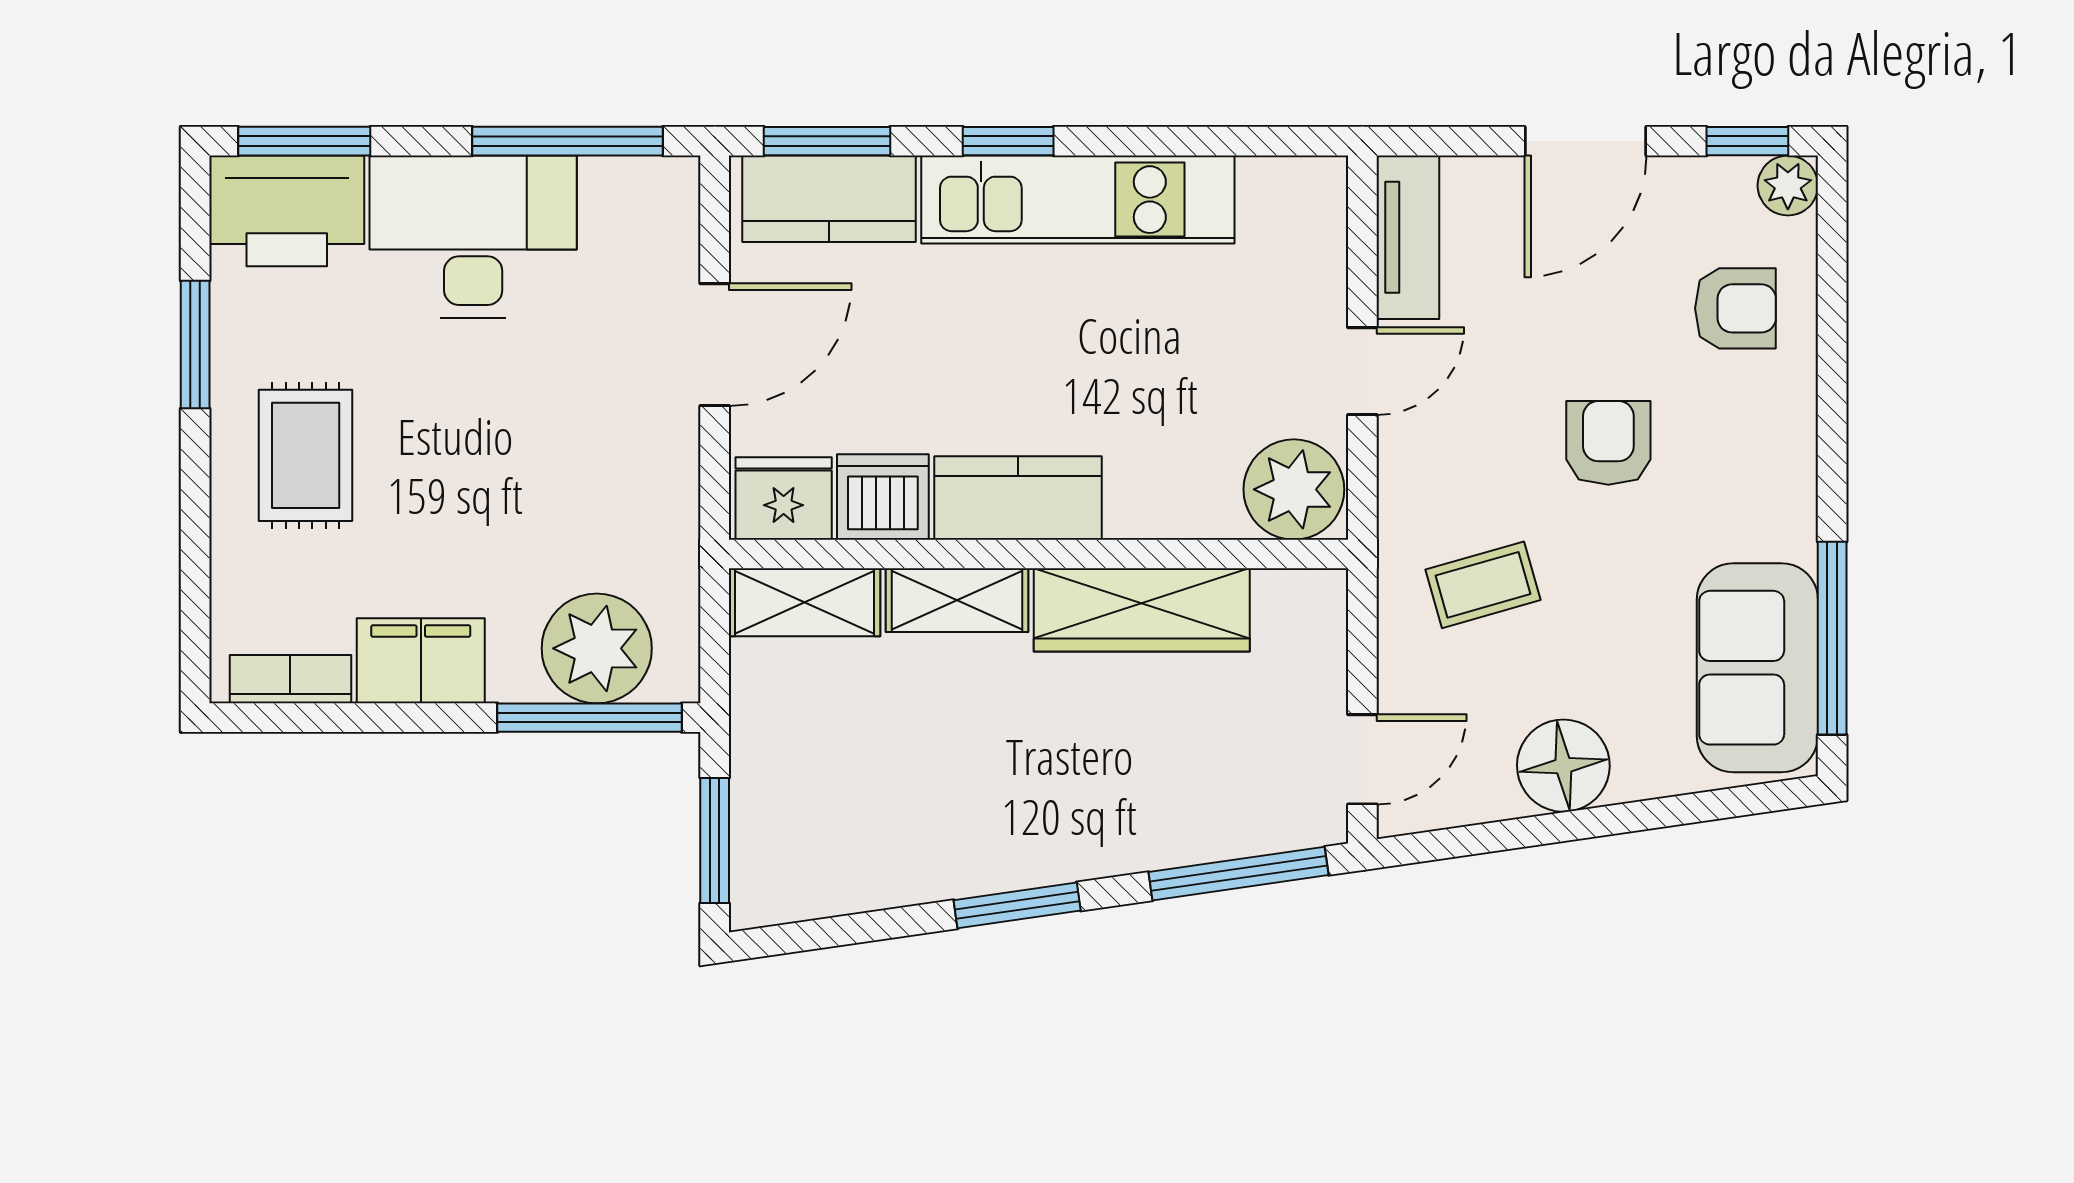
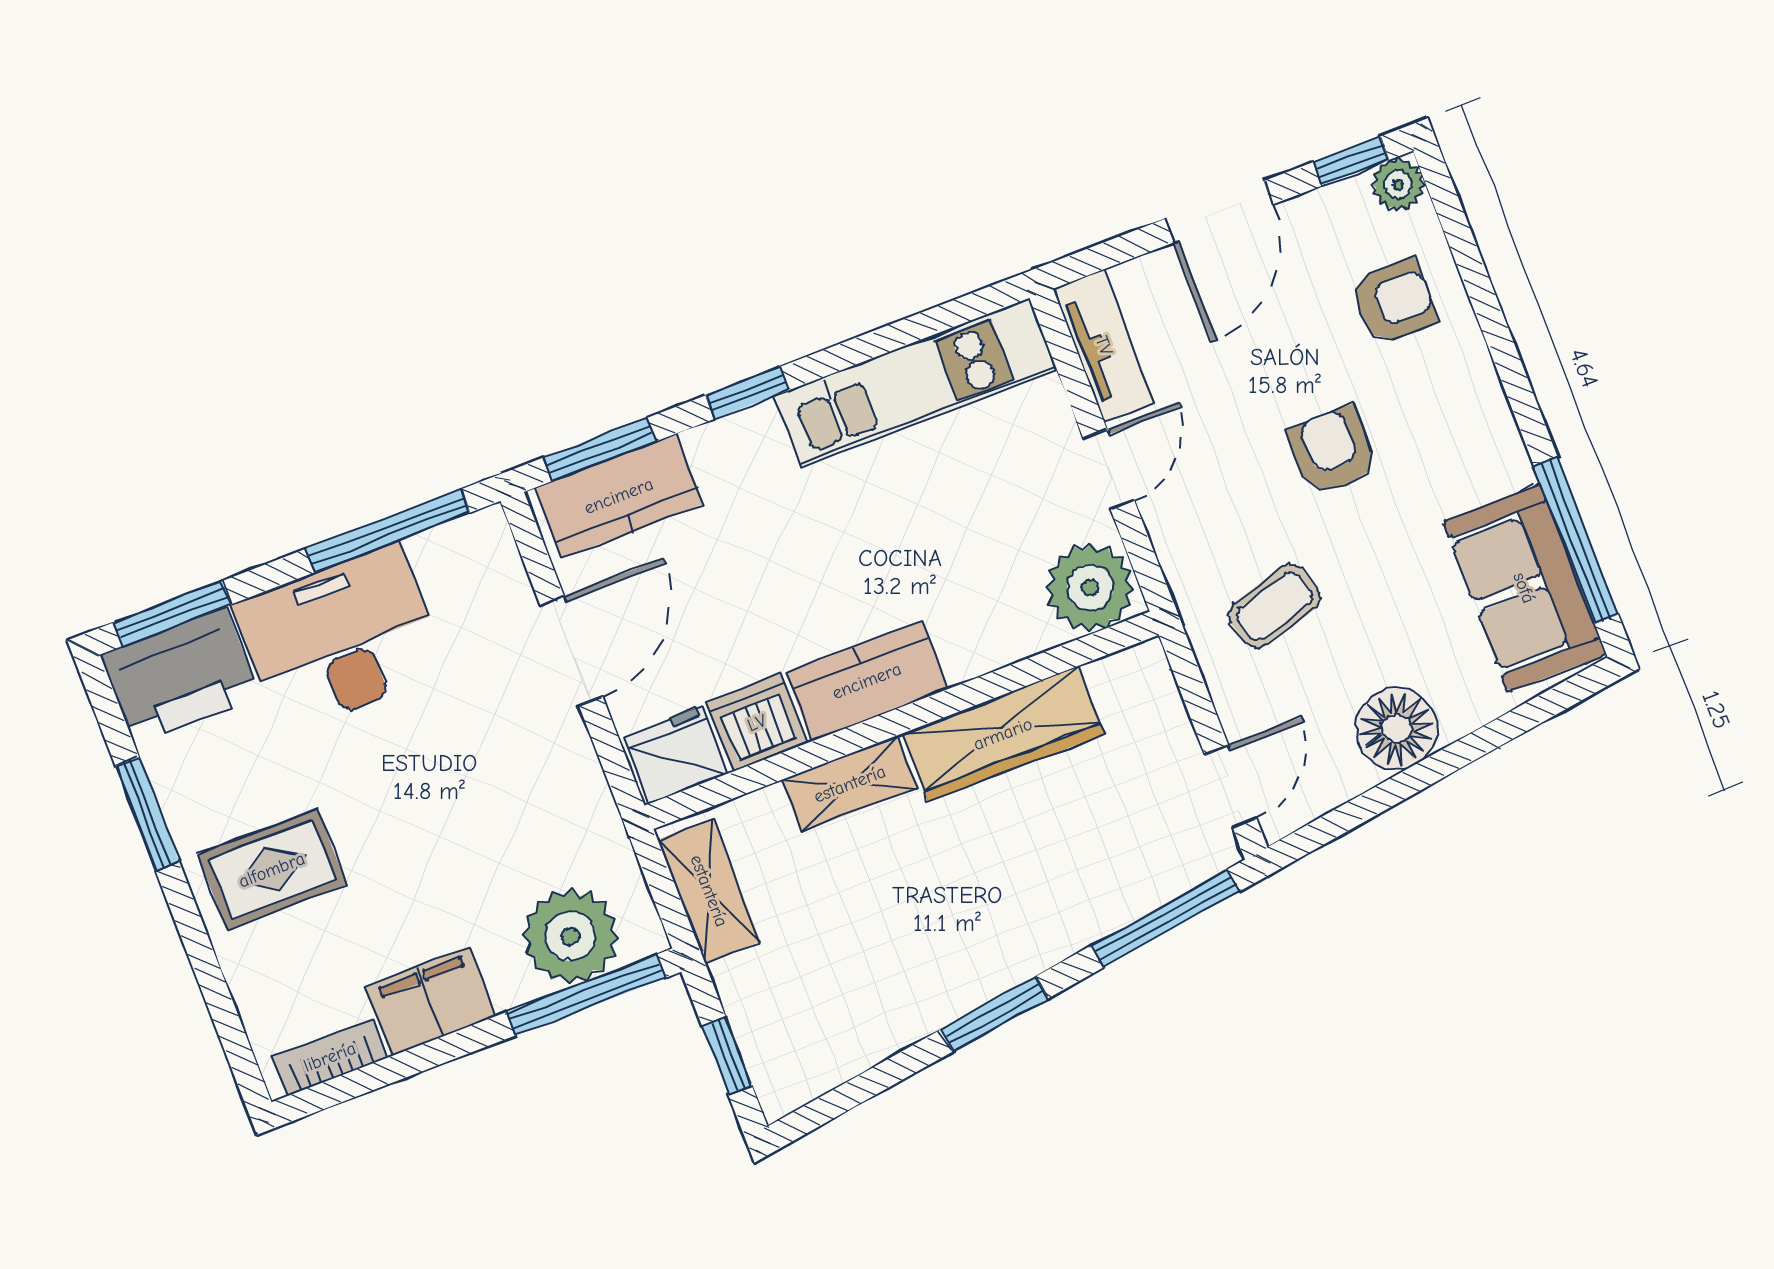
kitchen unit: (1078, 200) -> (916, 383), moved
rug: (306, 455) -> (272, 870), turned 90
shelving: (805, 602) -> (709, 891), moved, turned 90
window: (715, 841) -> (727, 1056), width x0.67

